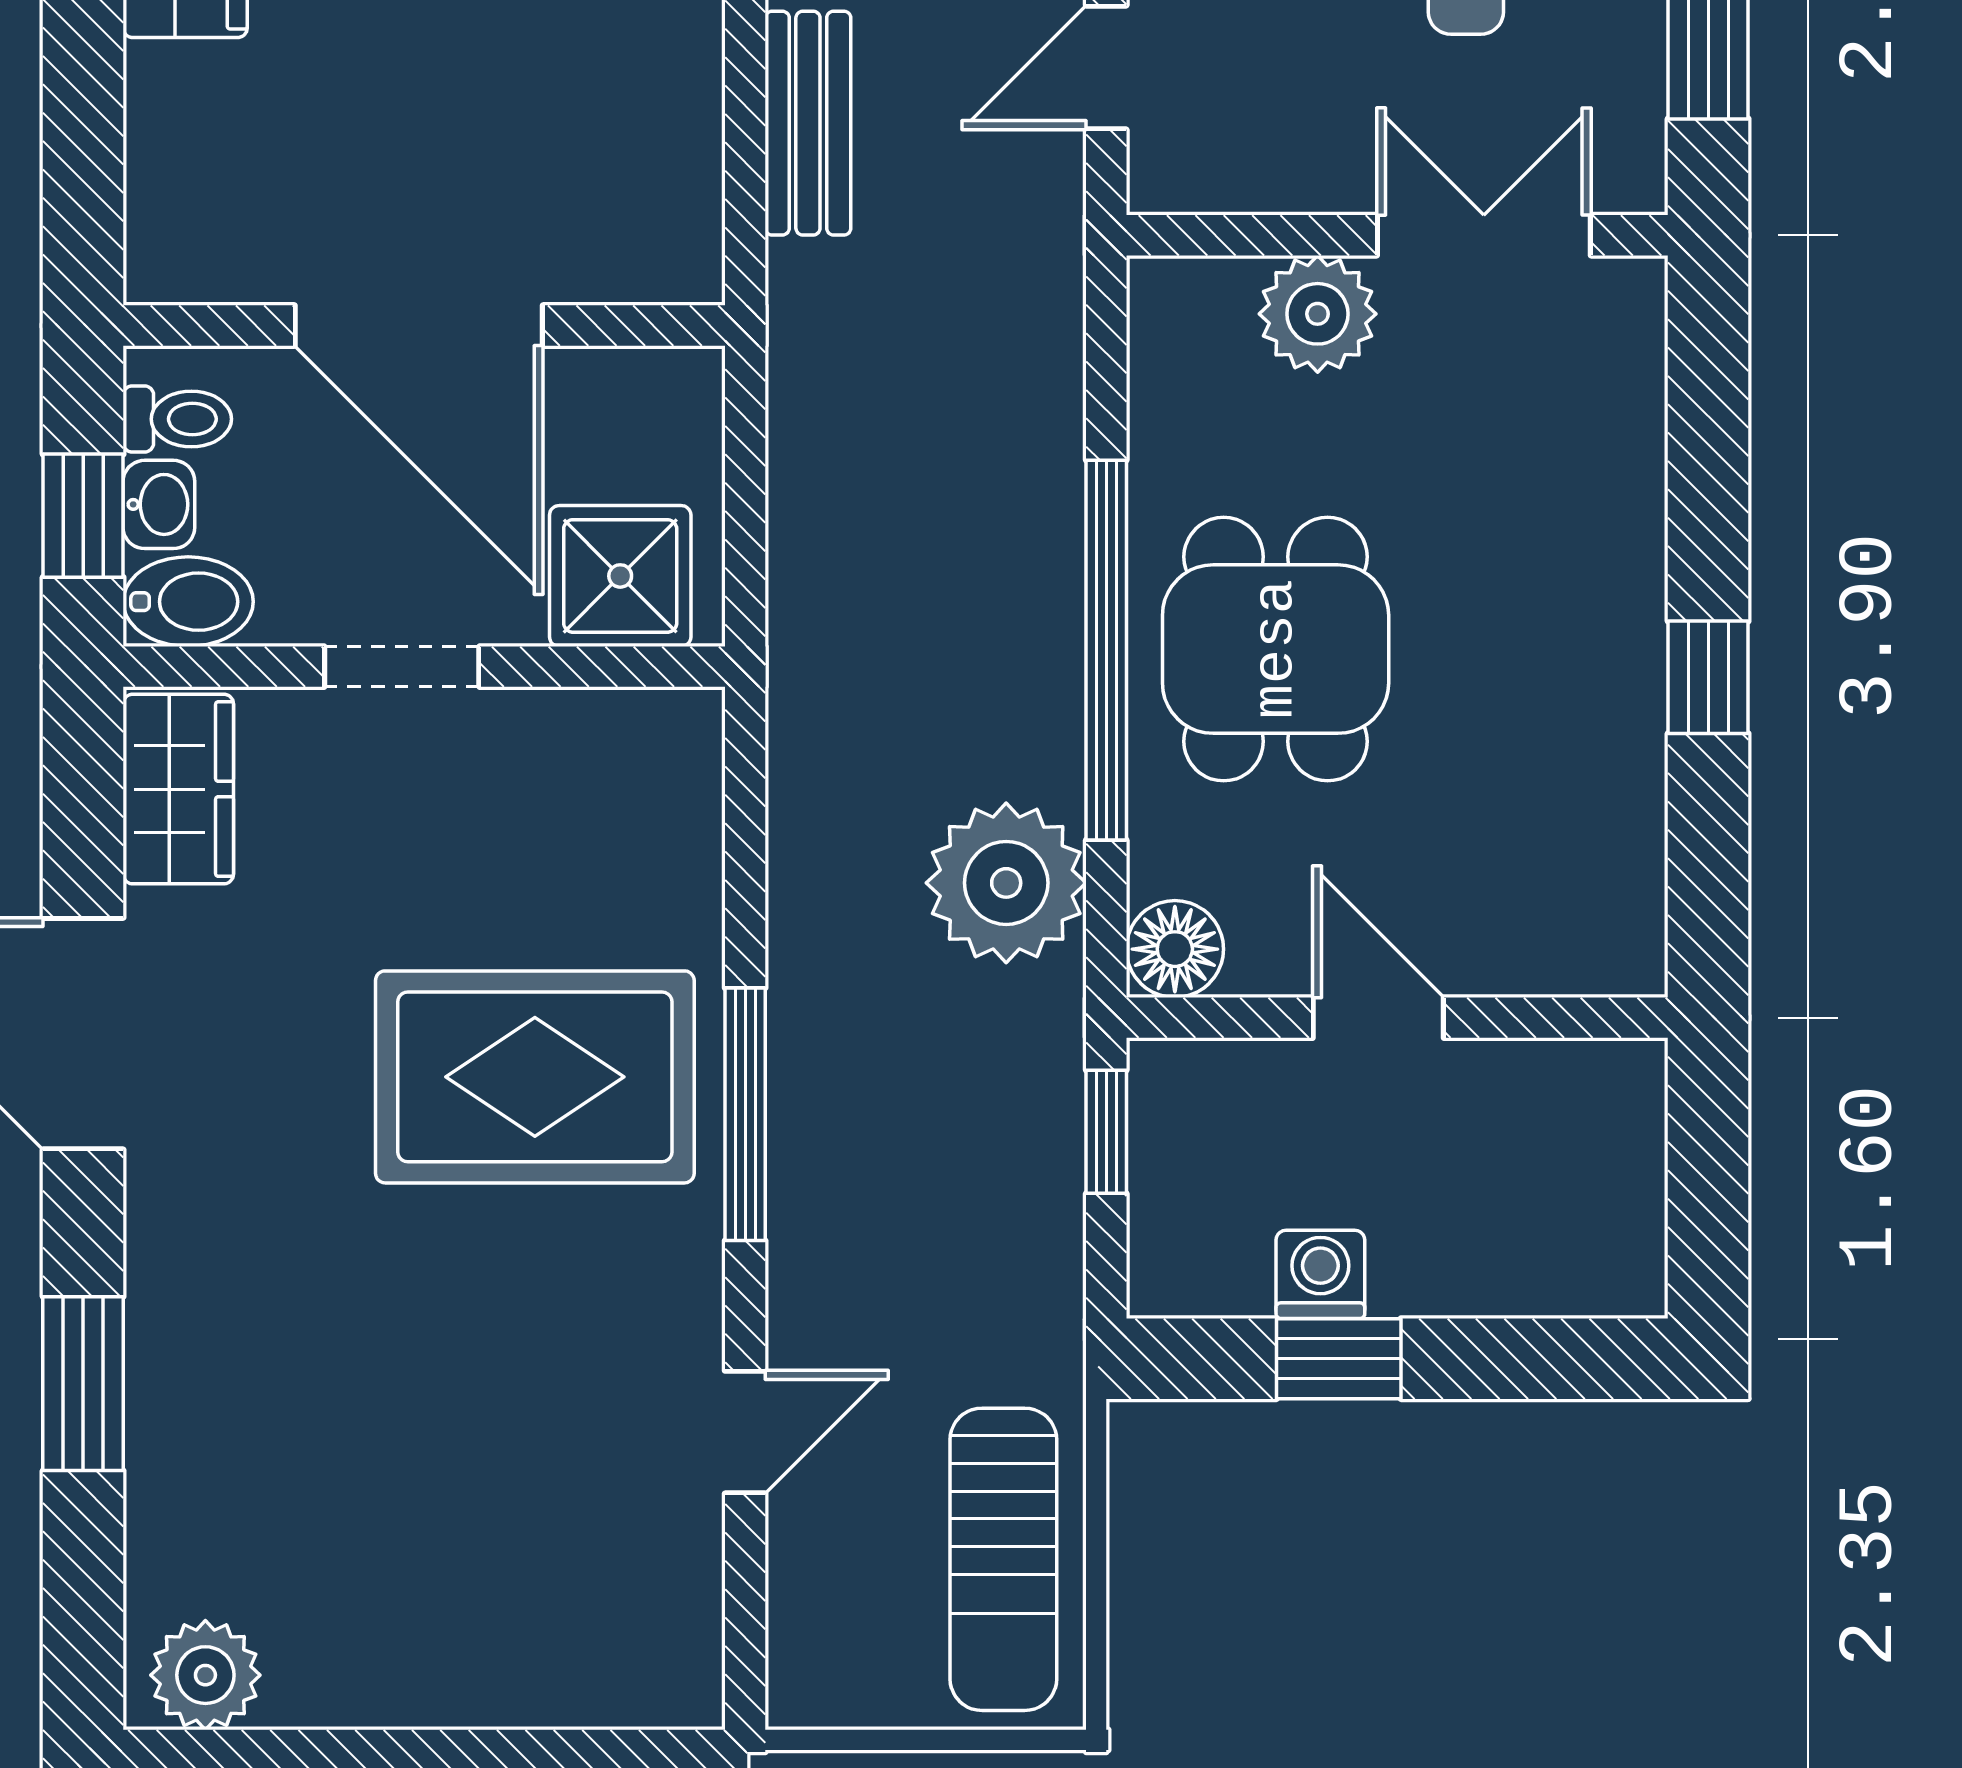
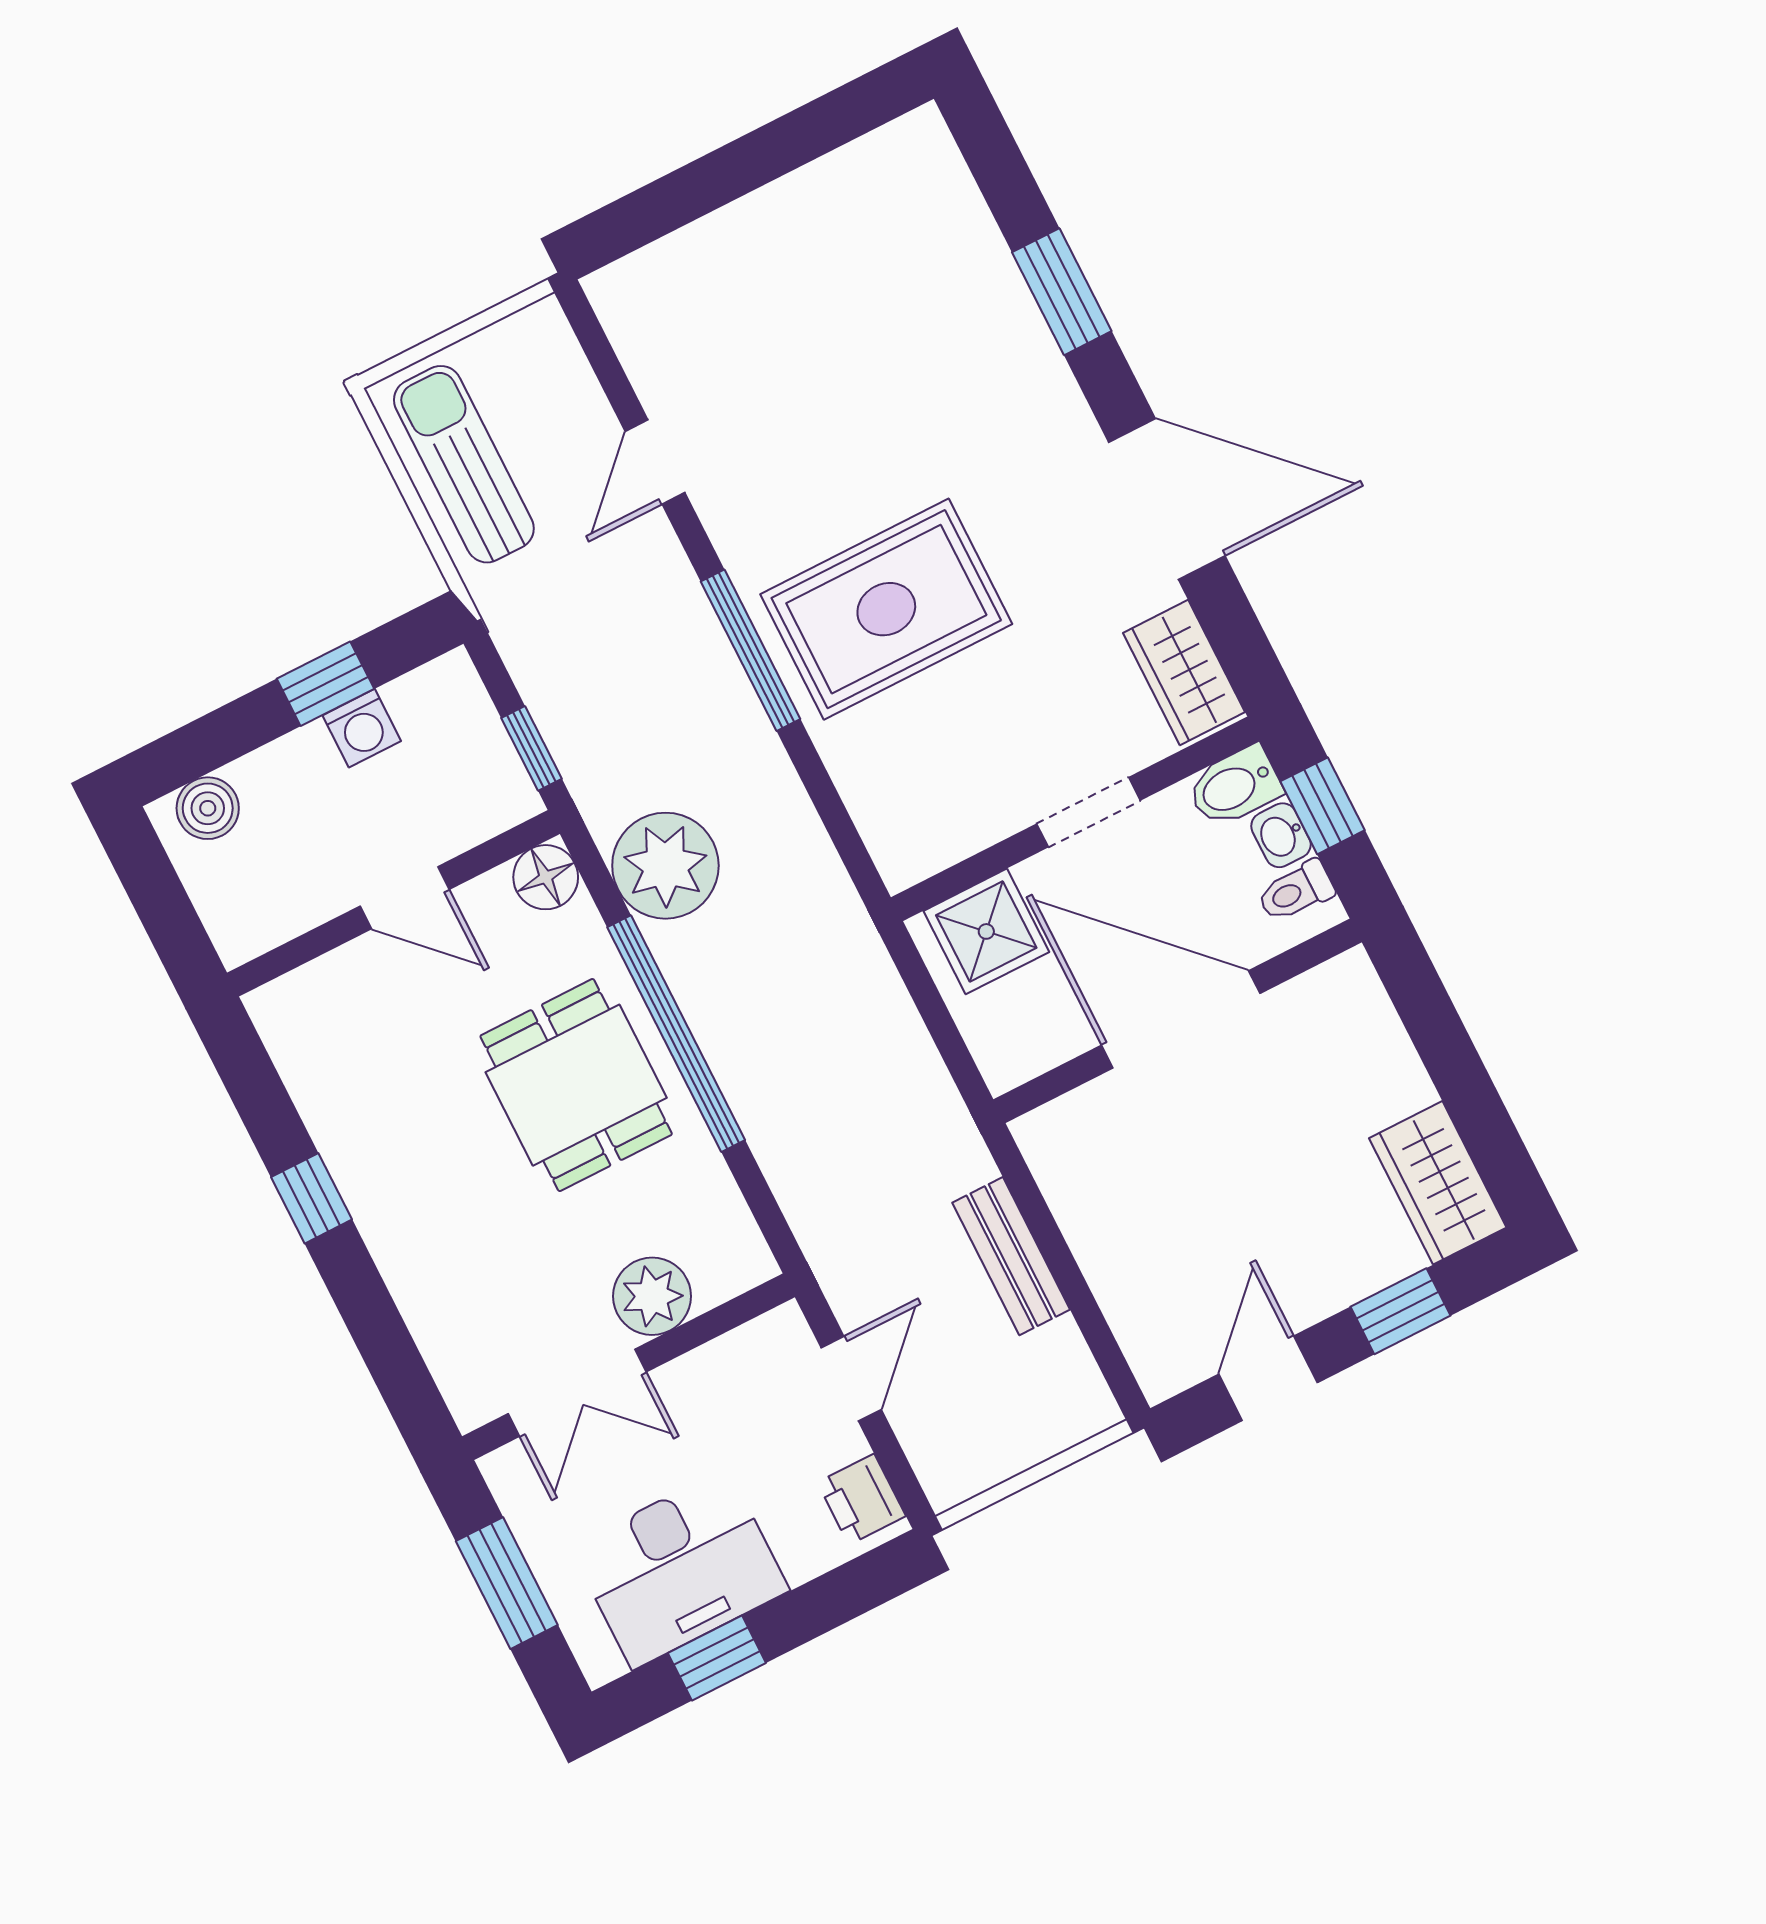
boiler: (1582, 1272) -> (208, 808), added
plant: (205, 1675) -> (902, 156), removed

